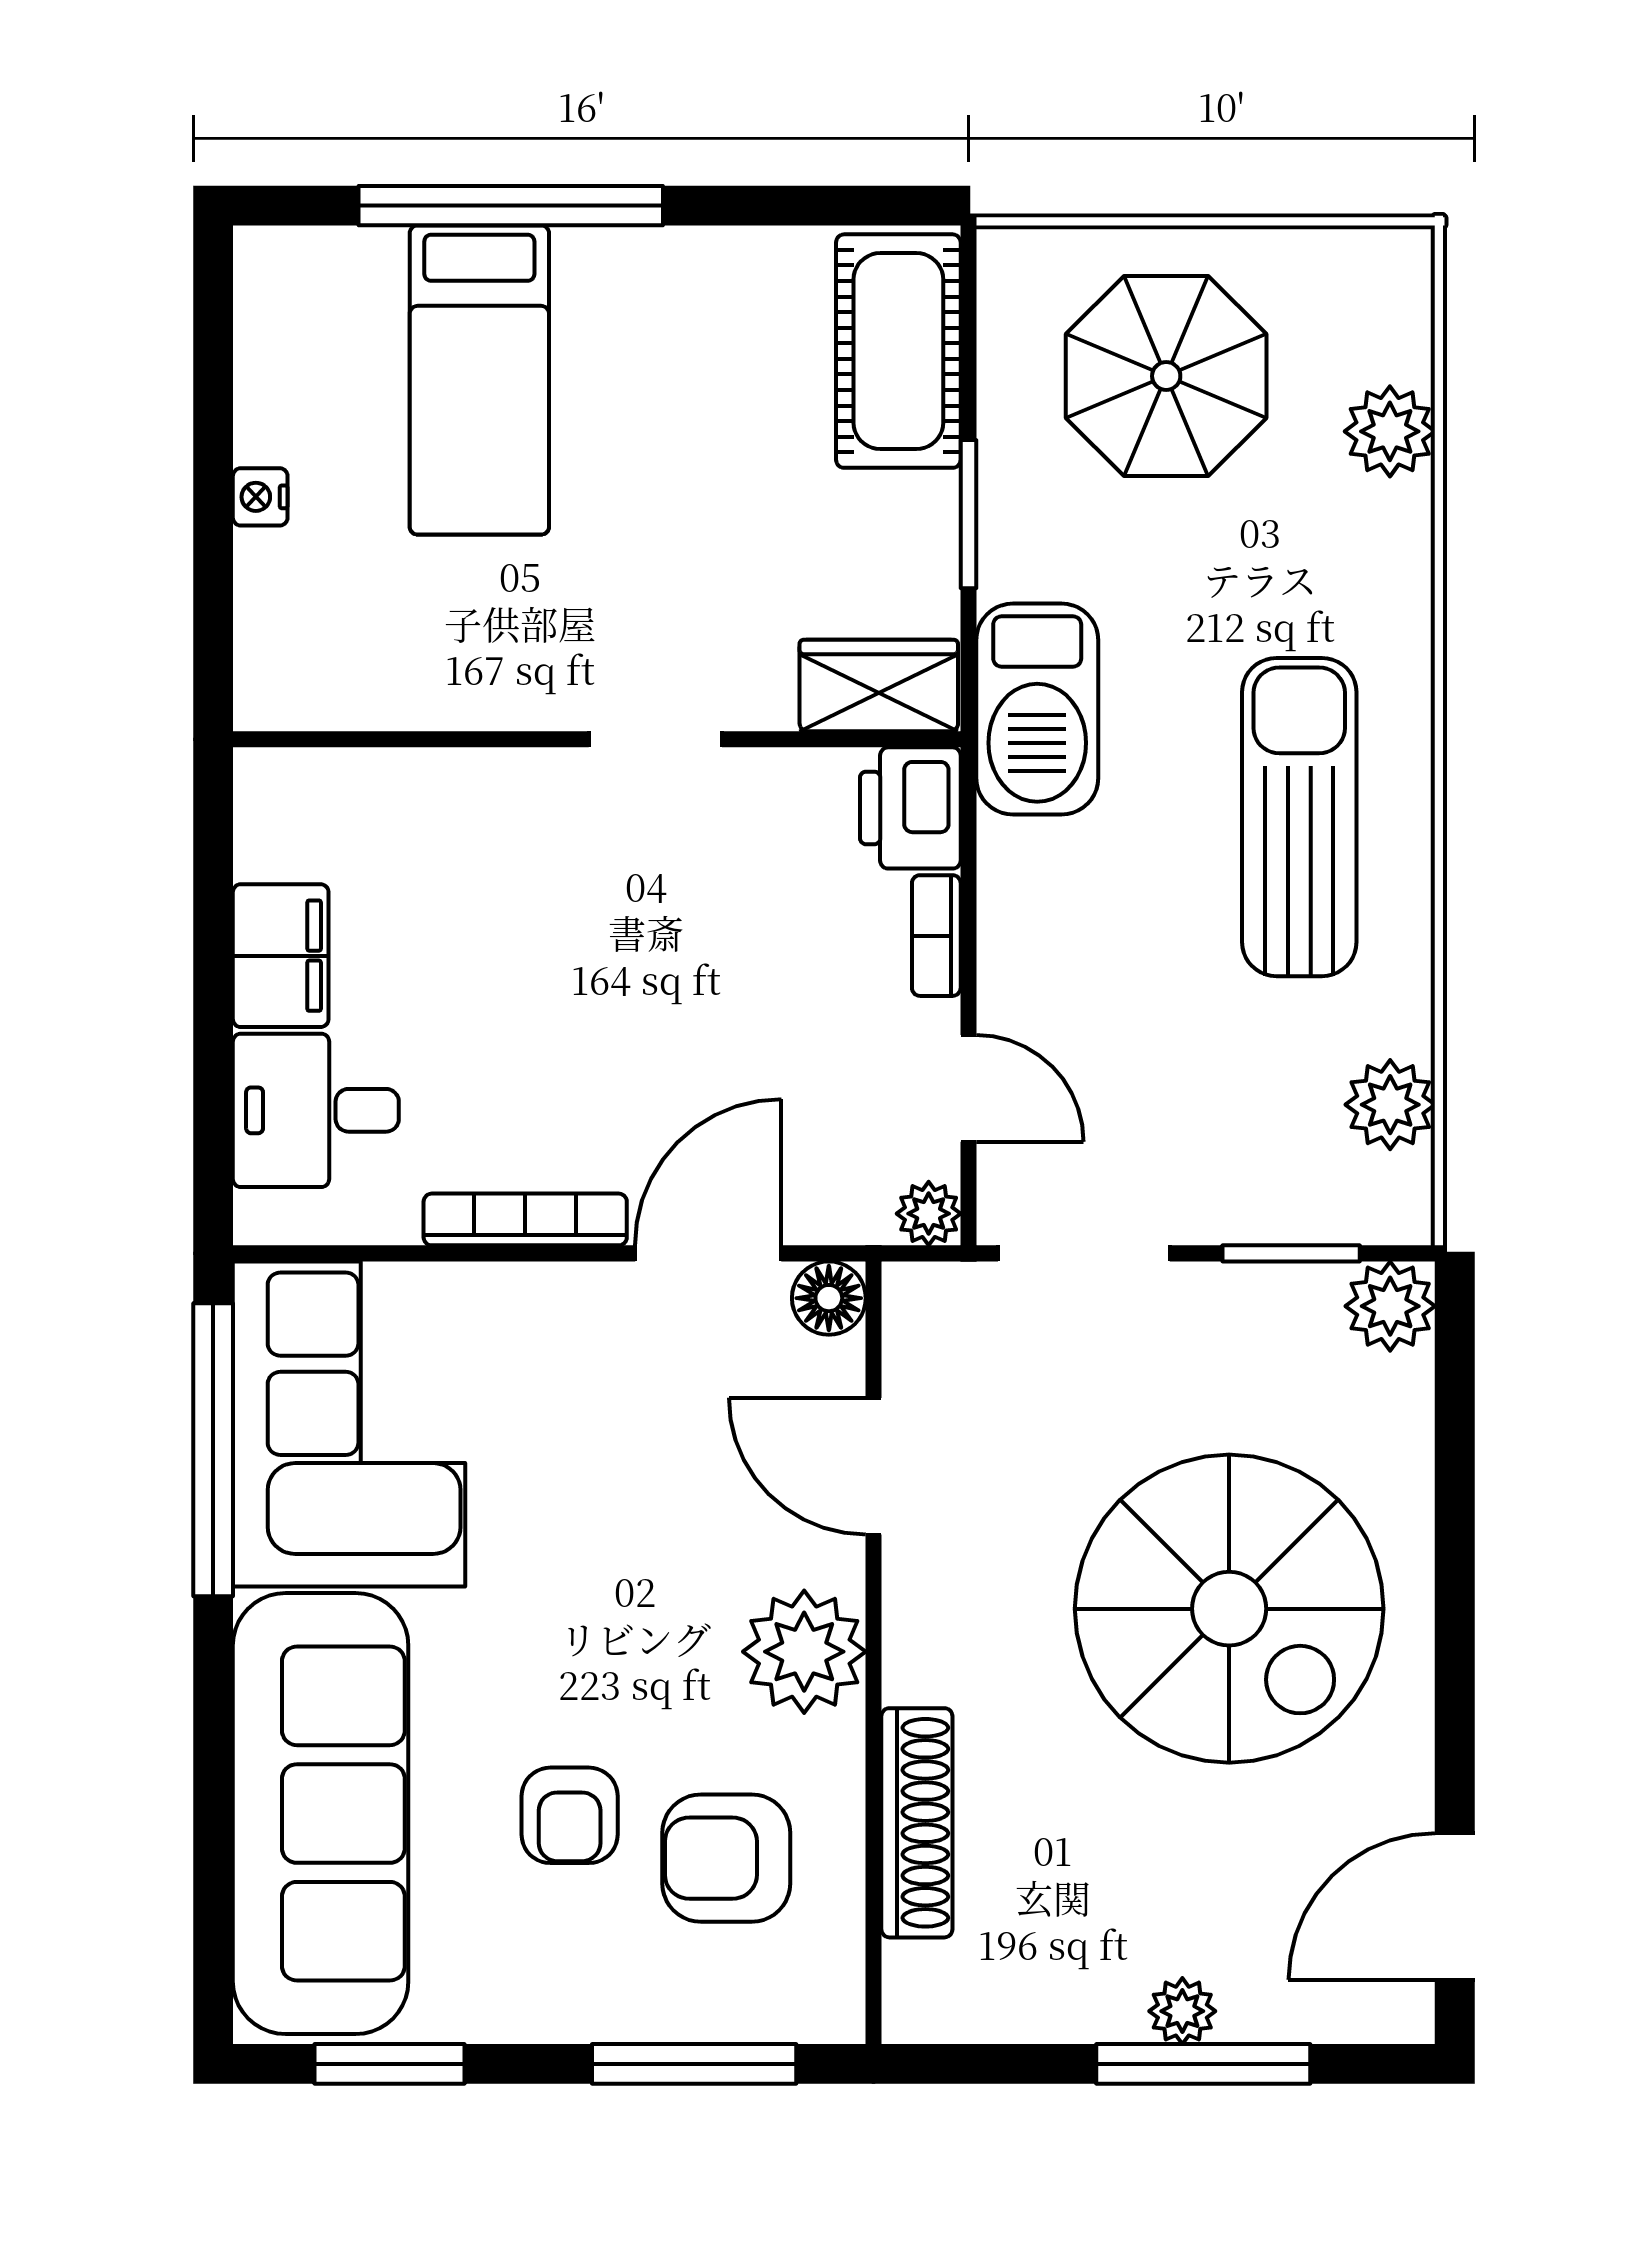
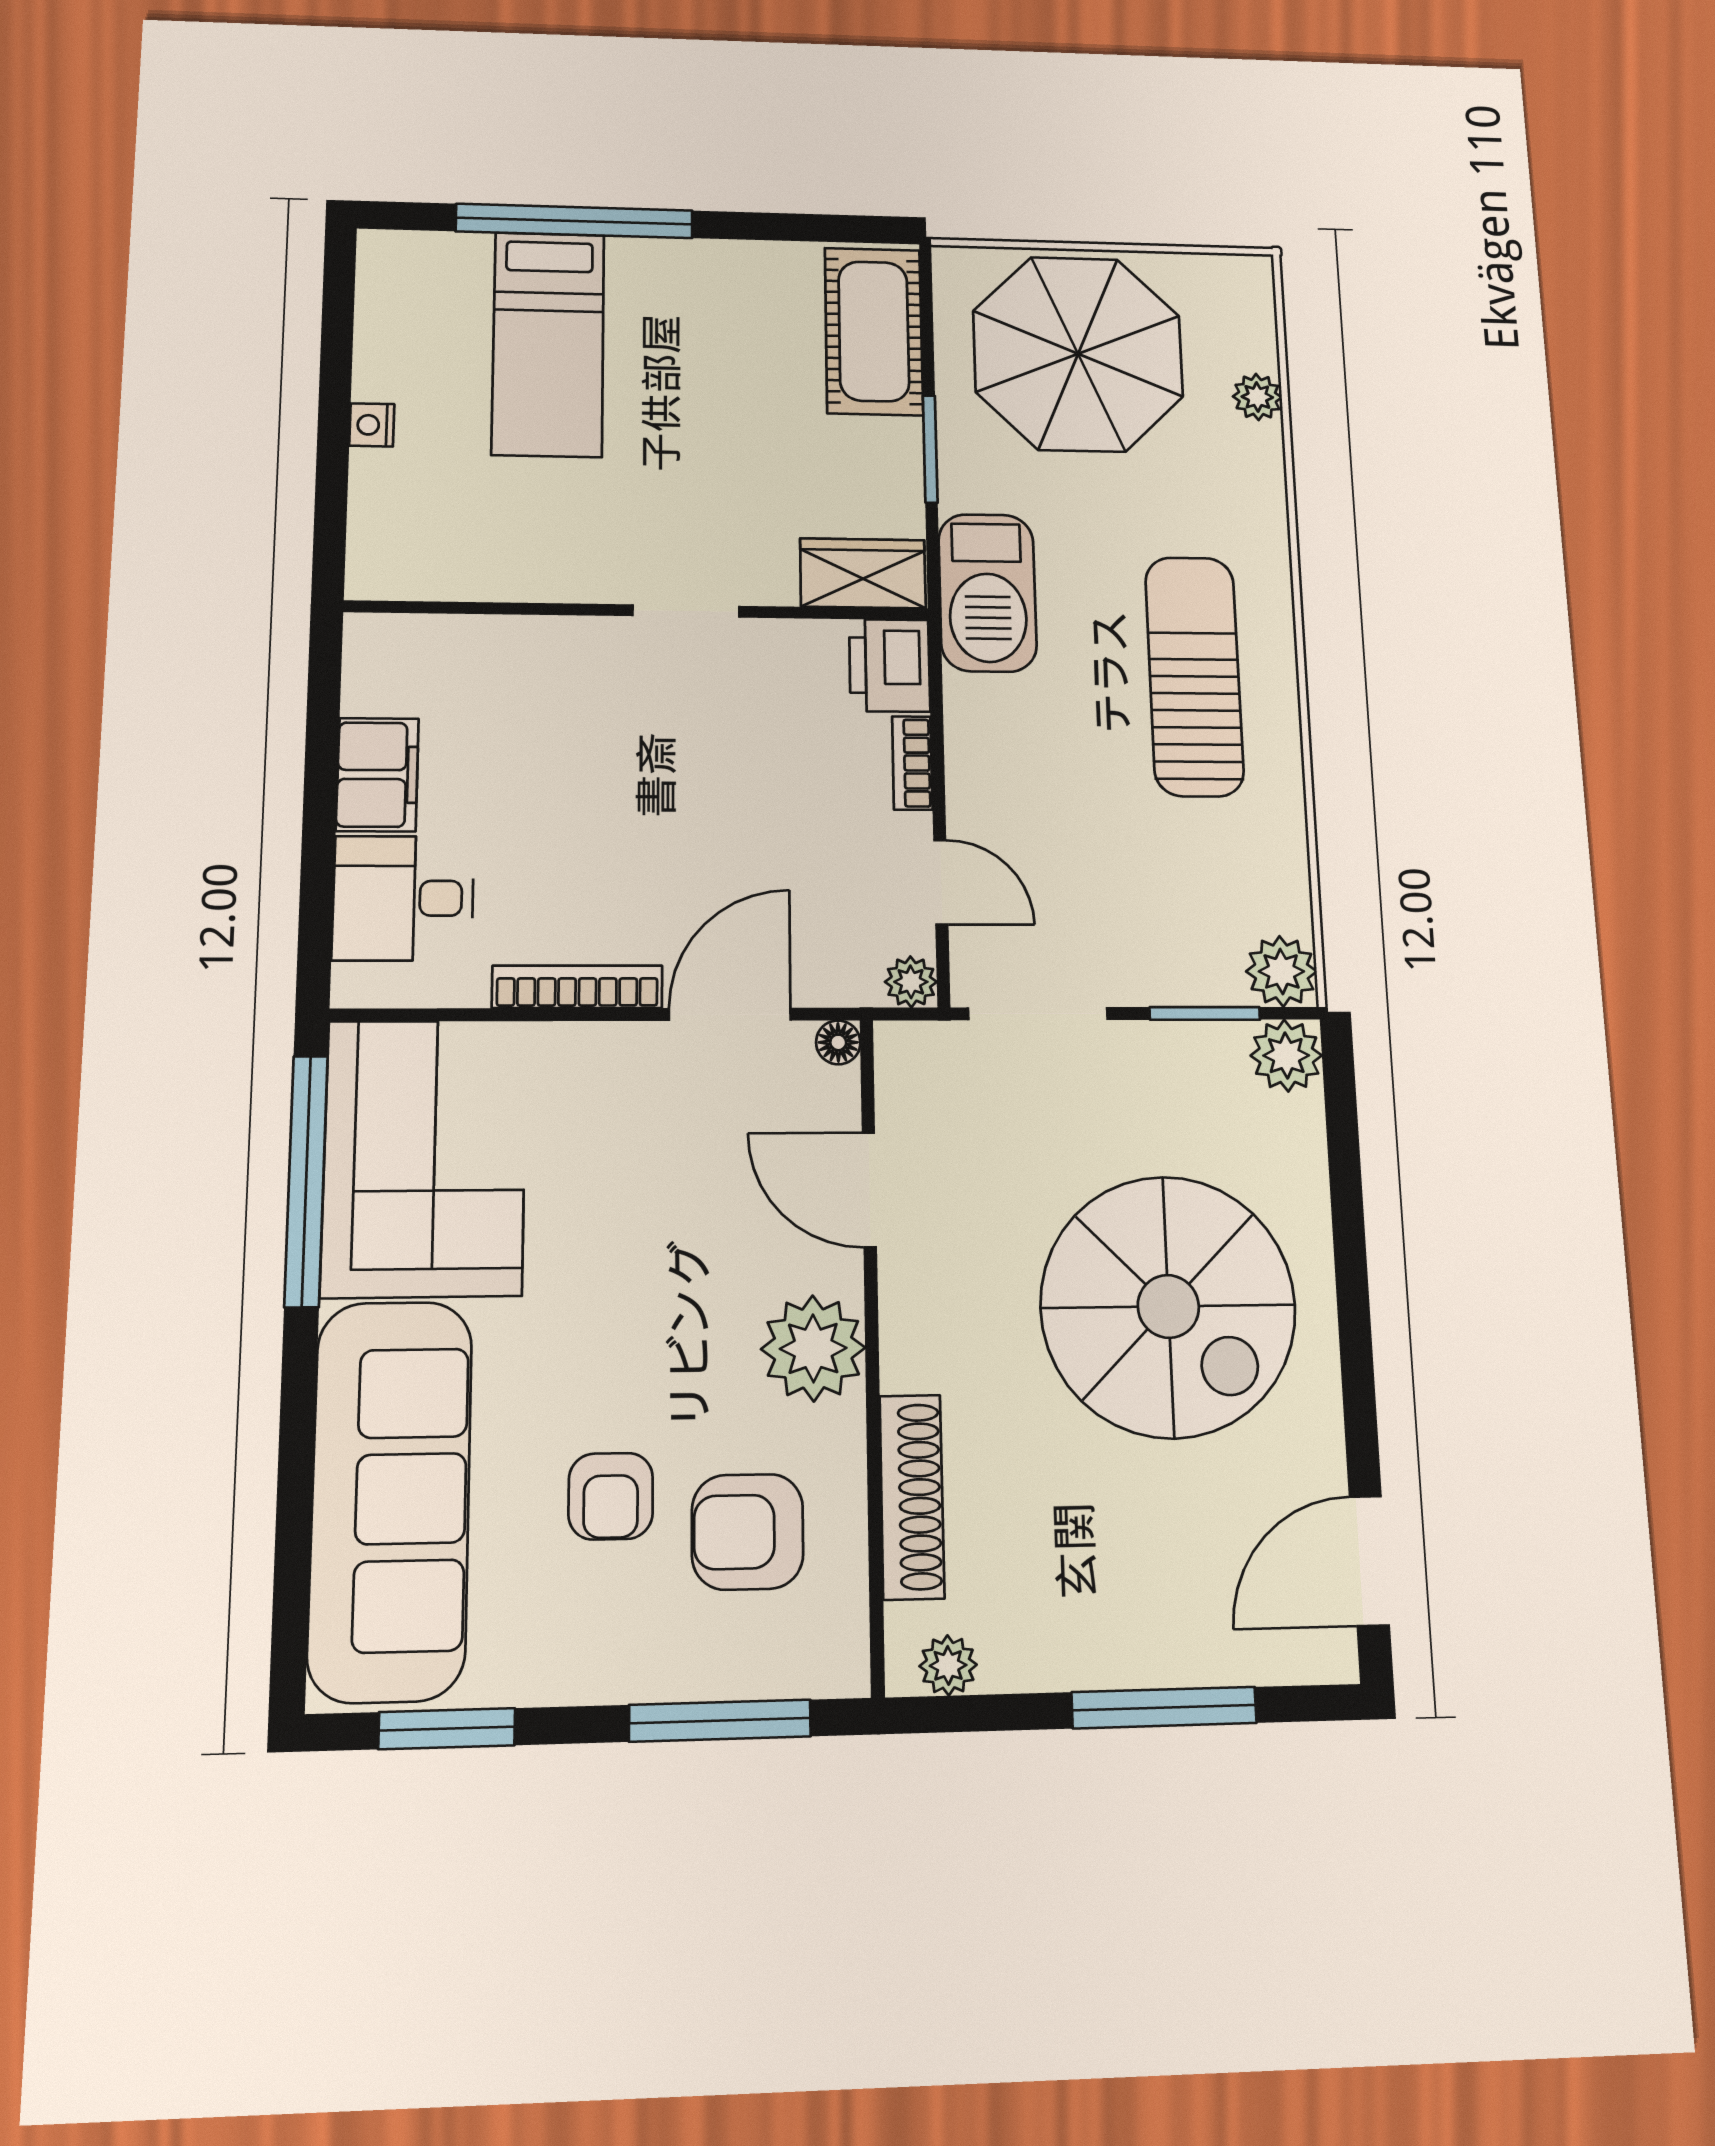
parasol: (1166, 376) -> (1078, 354), width x1.36, depth x1.36
plant: (1390, 431) -> (1257, 397), width x0.73, depth x0.73
plant: (1390, 1105) -> (1281, 971), moved
floor lamp: (829, 1298) -> (838, 1042), width x0.73, depth x0.73
plant: (1182, 2011) -> (948, 1665), moved

